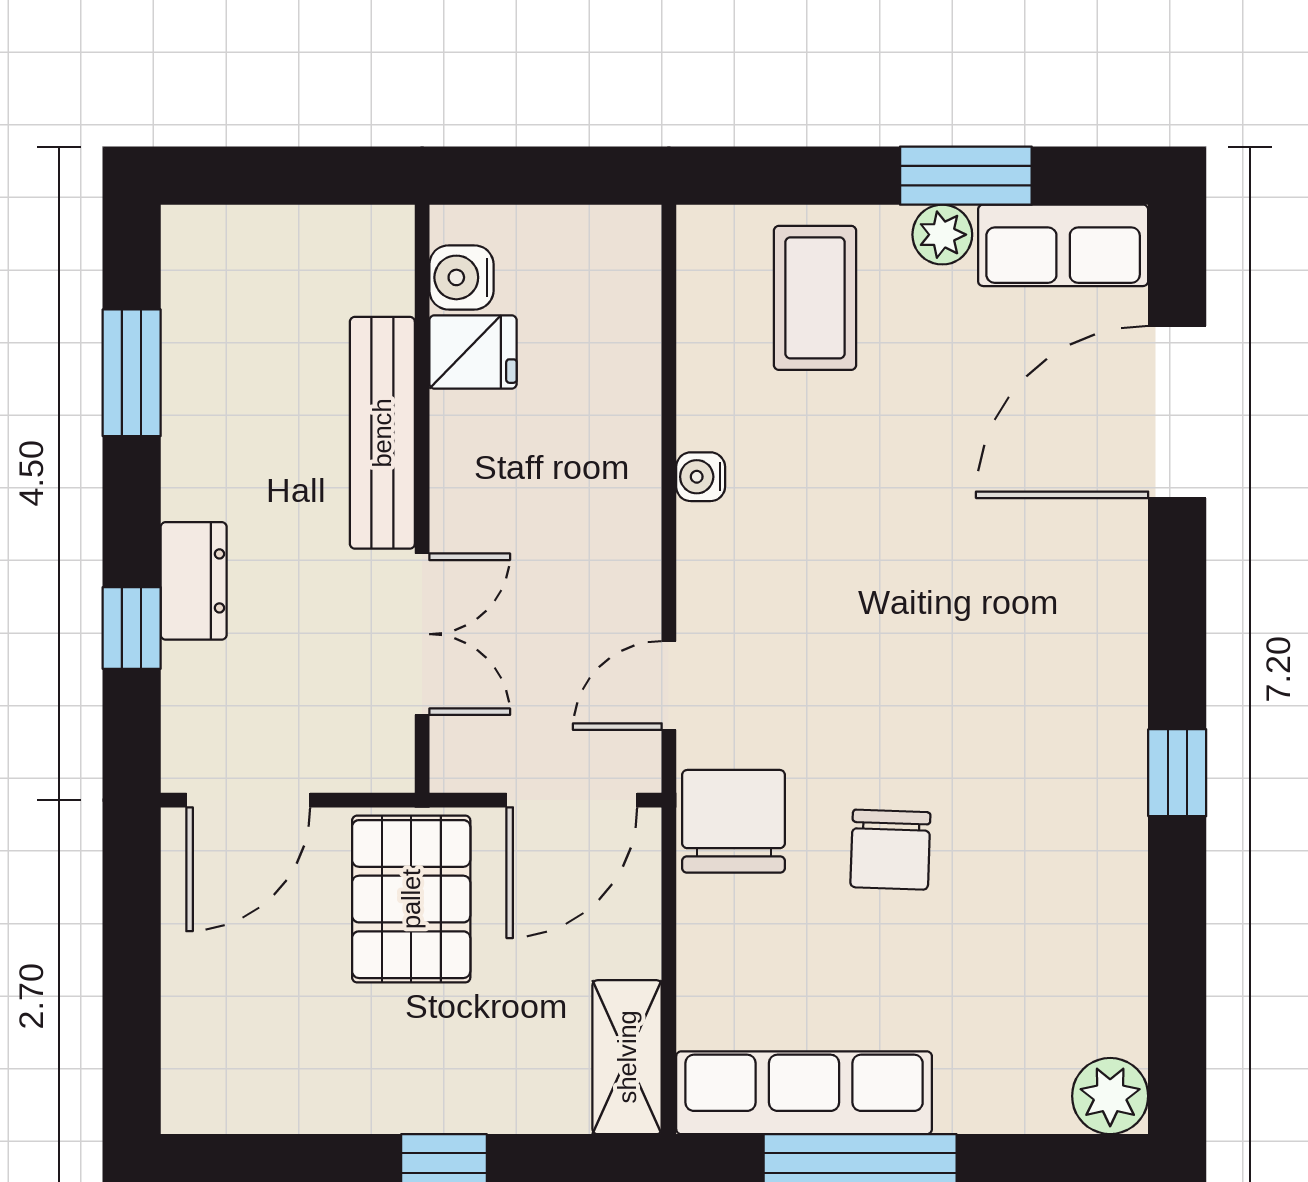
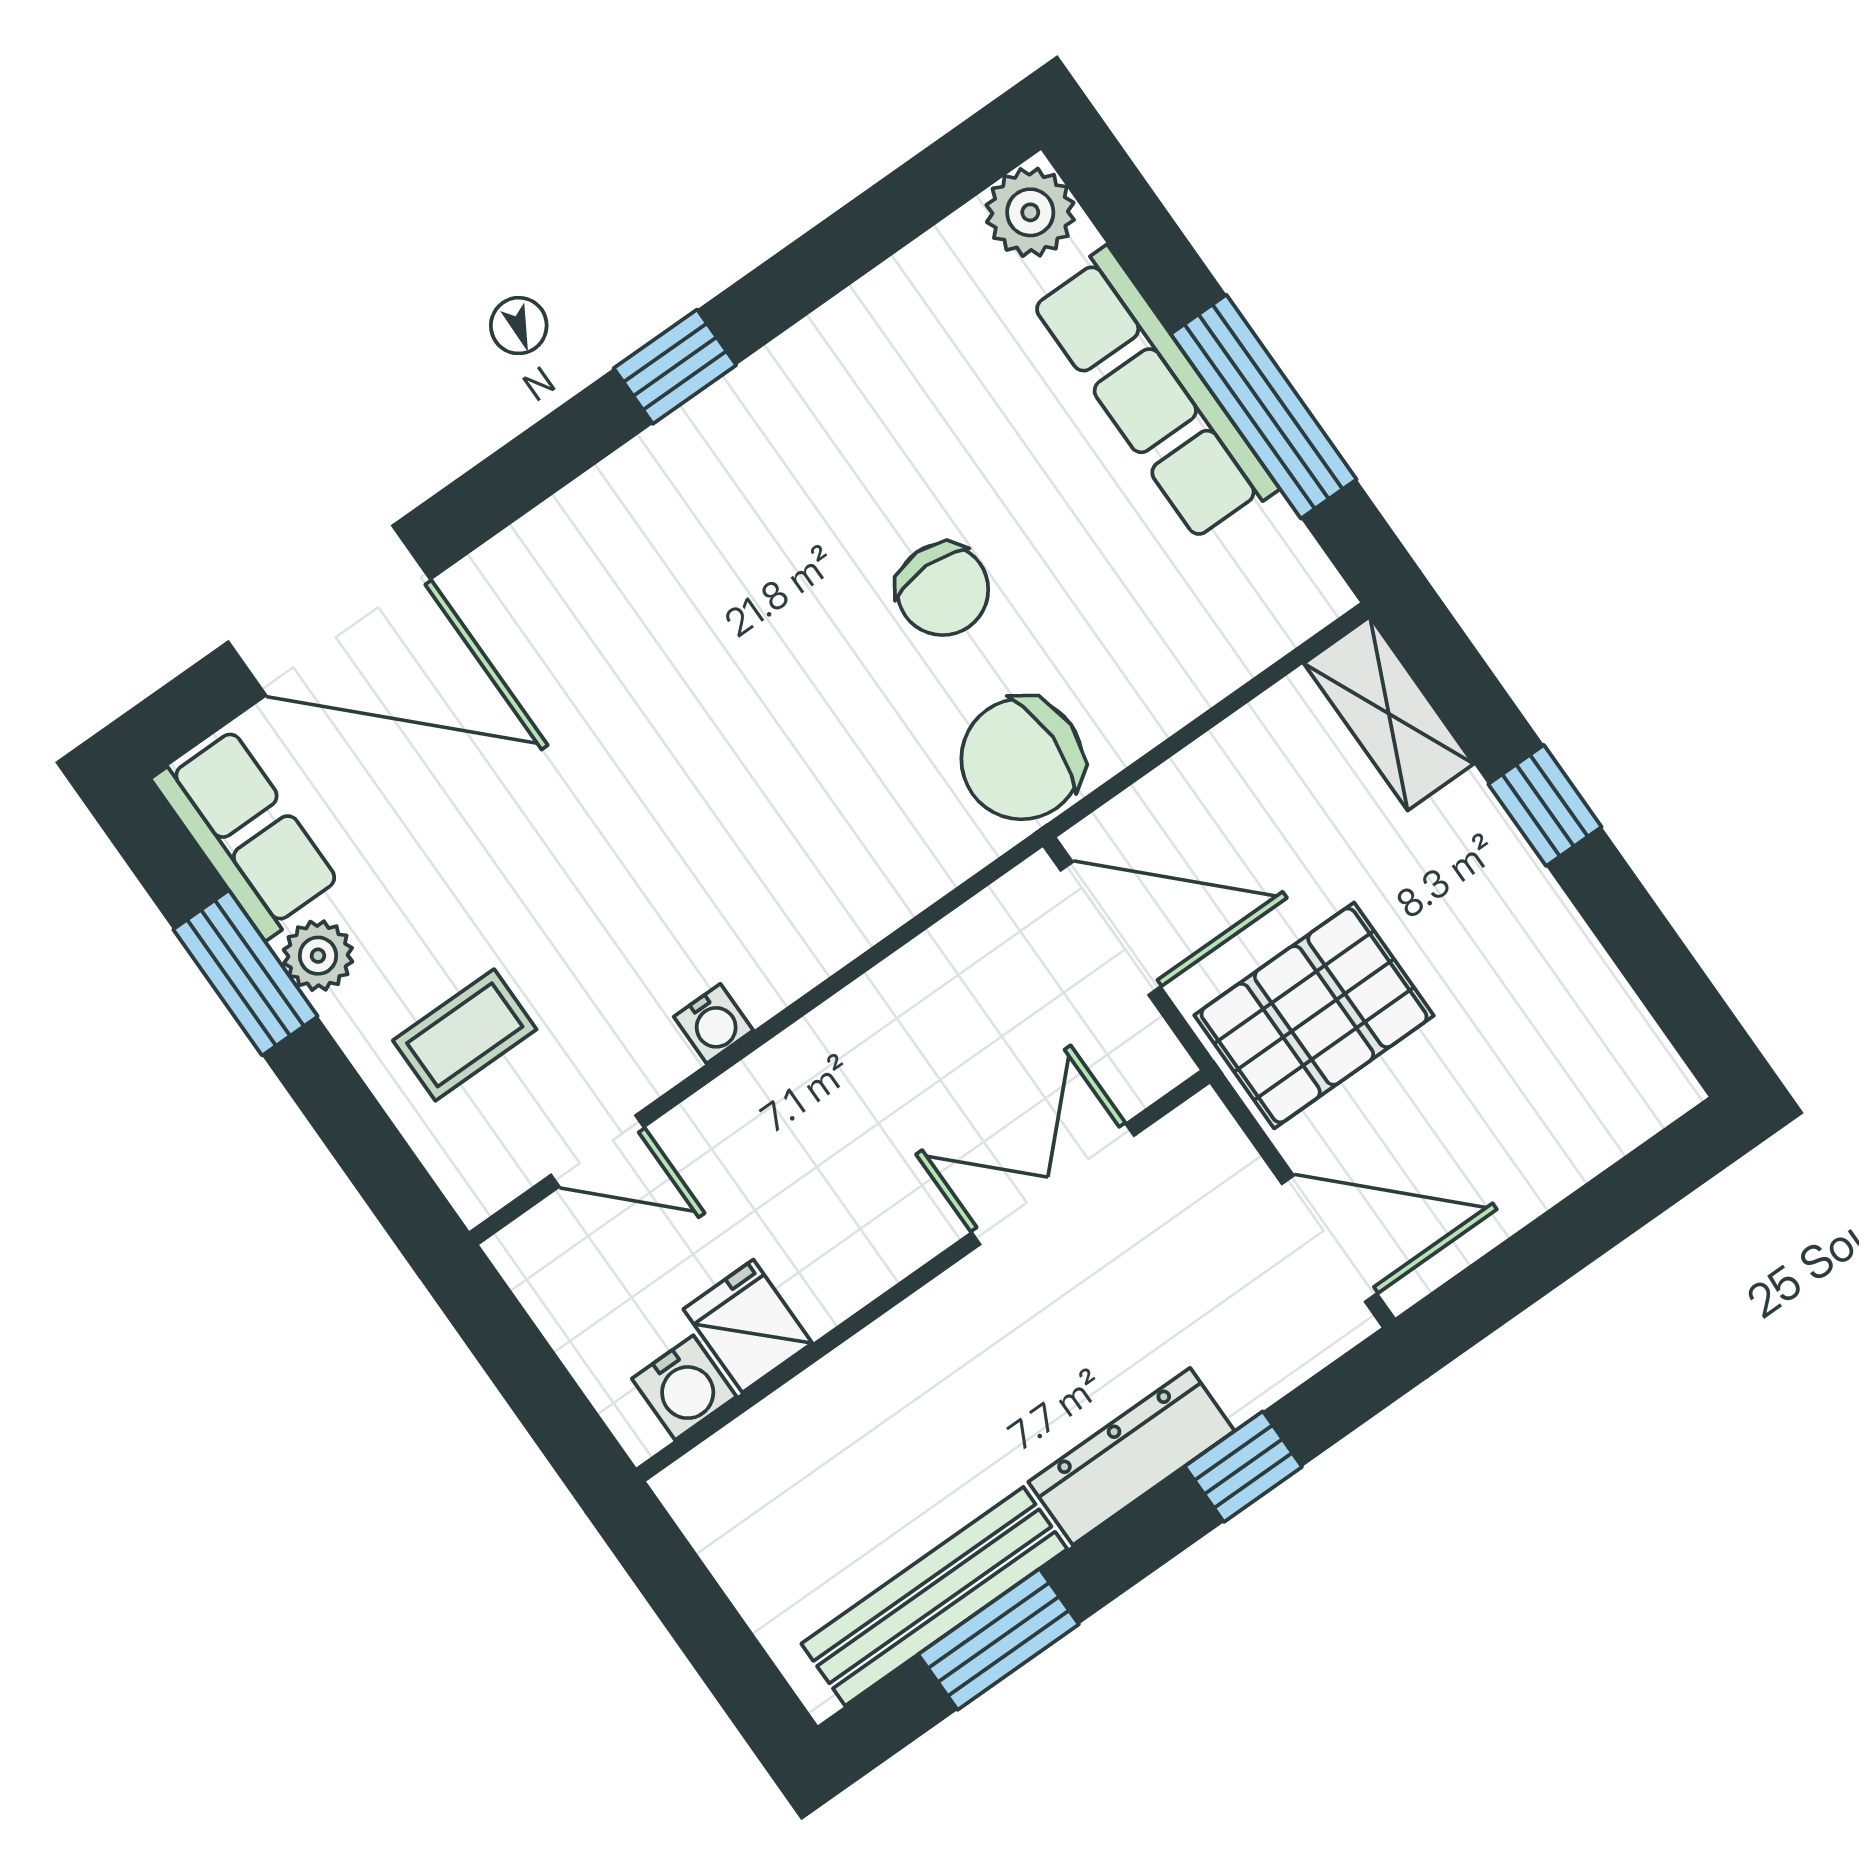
coffee table: (815, 298) -> (465, 1035), width x0.73, depth x0.77
bench: (382, 433) -> (934, 1596), moved
dresser: (194, 581) -> (1131, 1456), width x1.44
door: (669, 685) -> (597, 1151), moved
chair: (890, 850) -> (943, 590), turned 88
shelving: (627, 1057) -> (1389, 714), moved, turned 90
row of seats: (804, 1093) -> (1154, 394), moved

